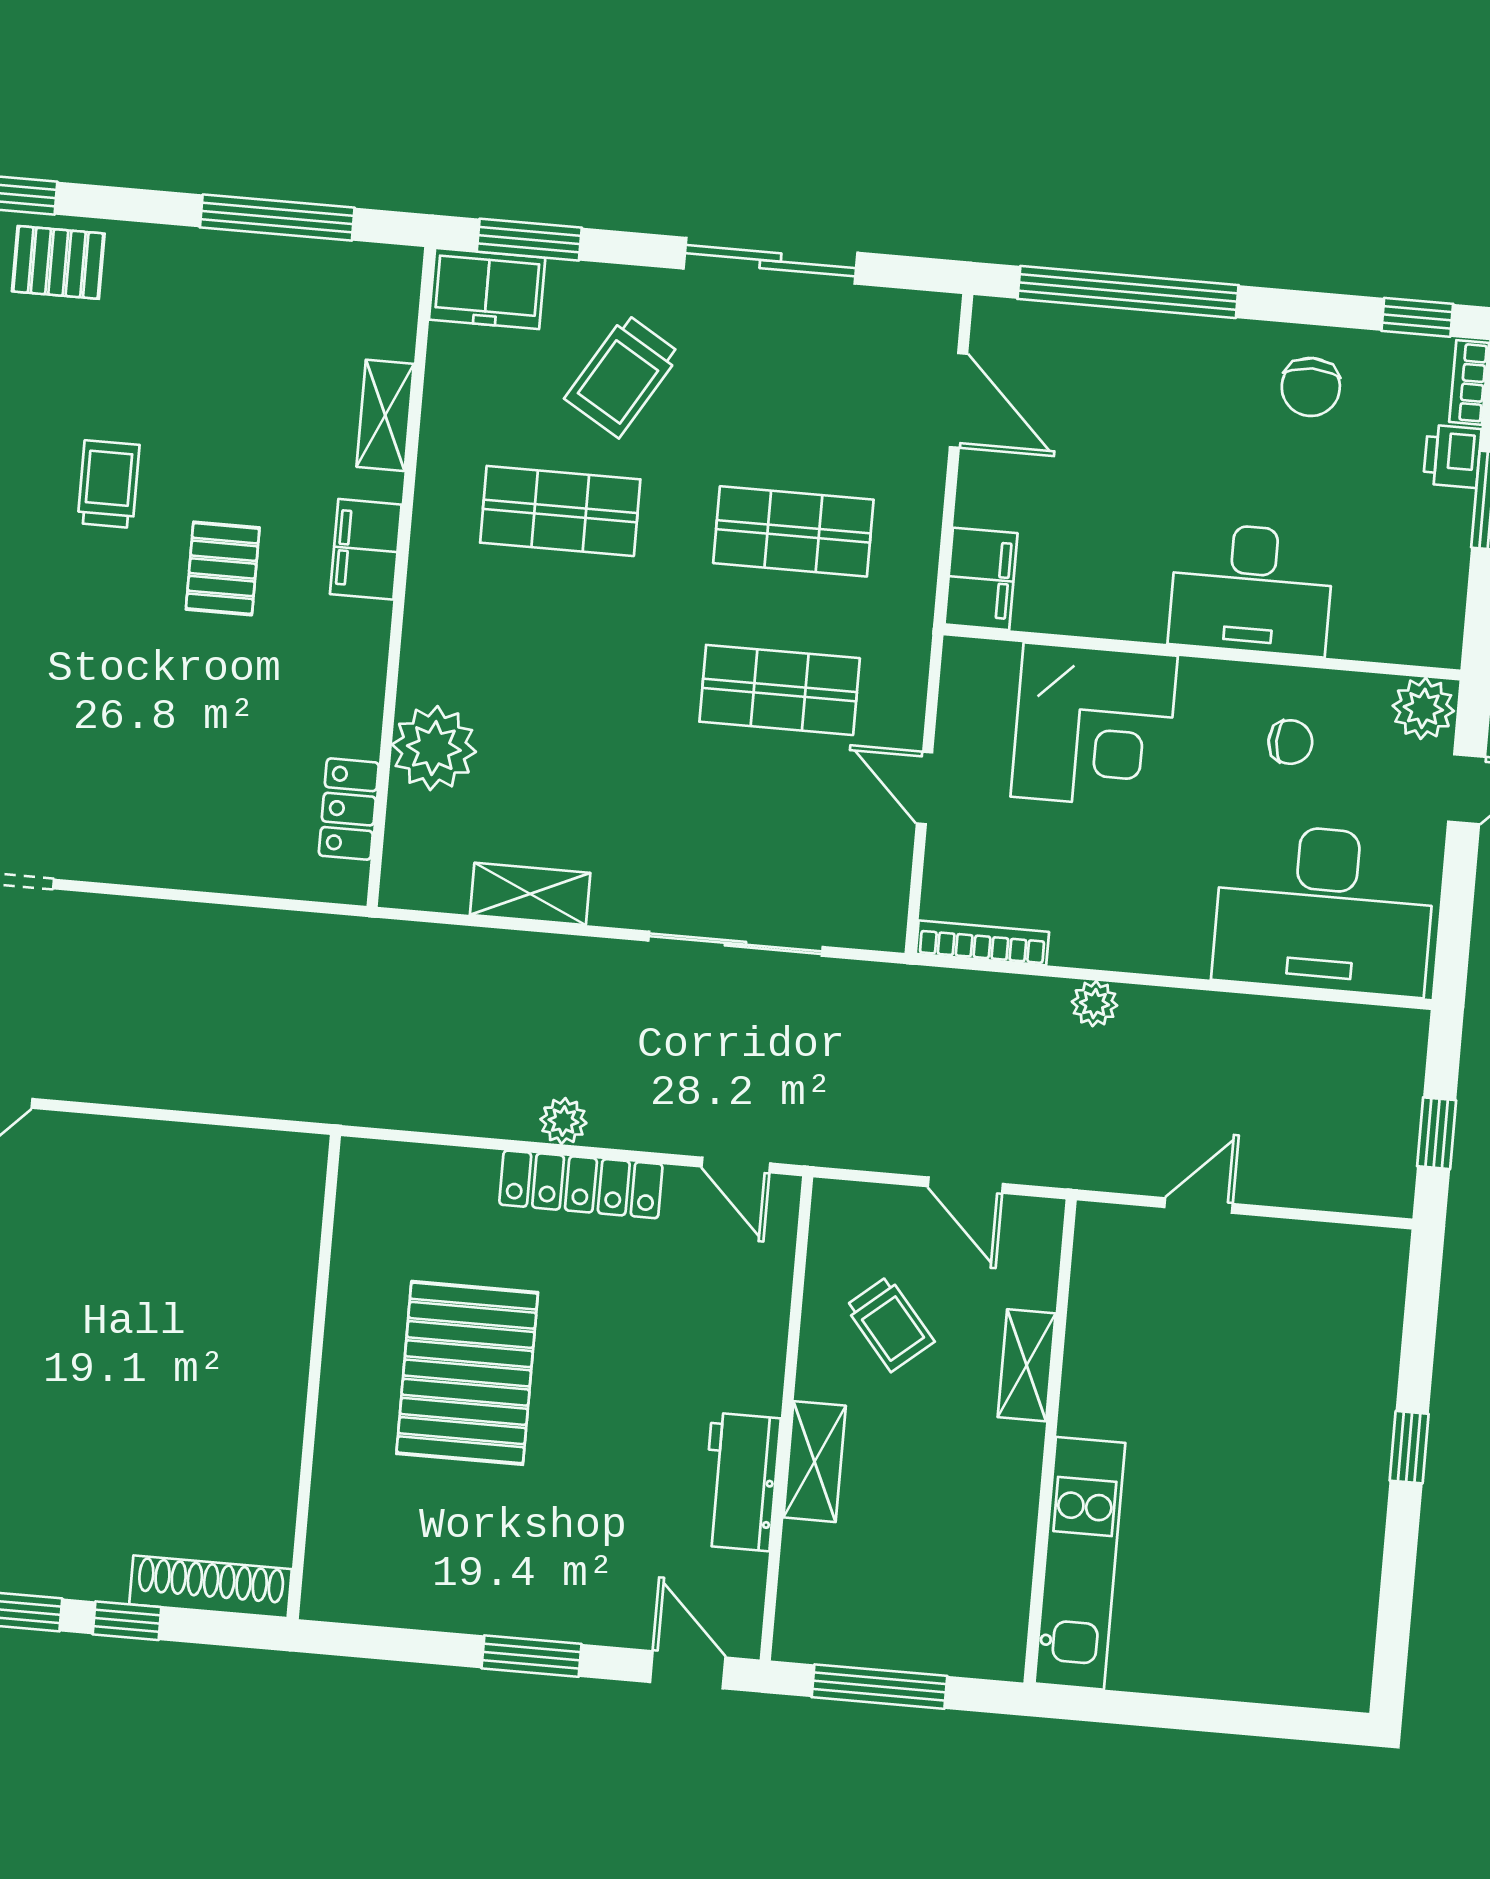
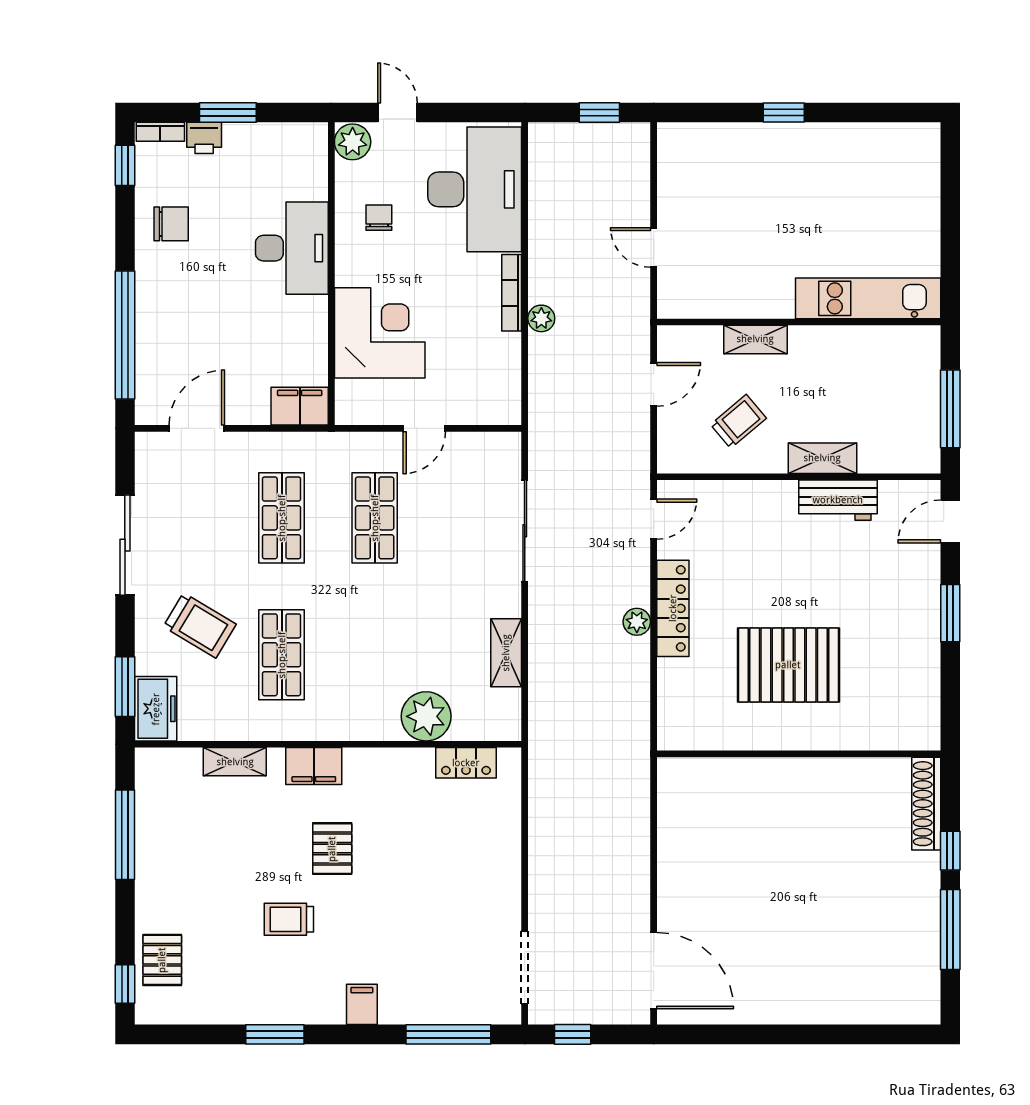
pallet: (223, 568) -> (332, 849), turned 90
bookcase: (982, 943) -> (512, 293), moved

